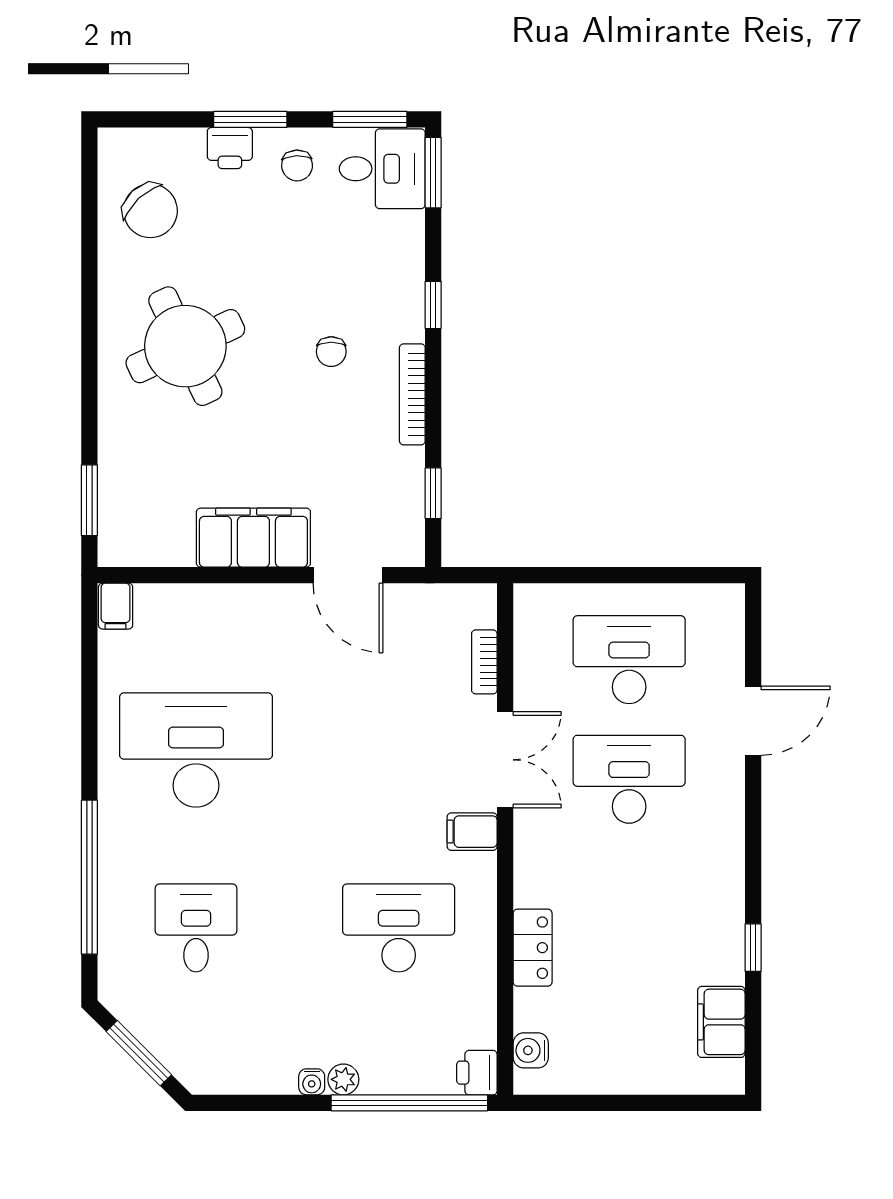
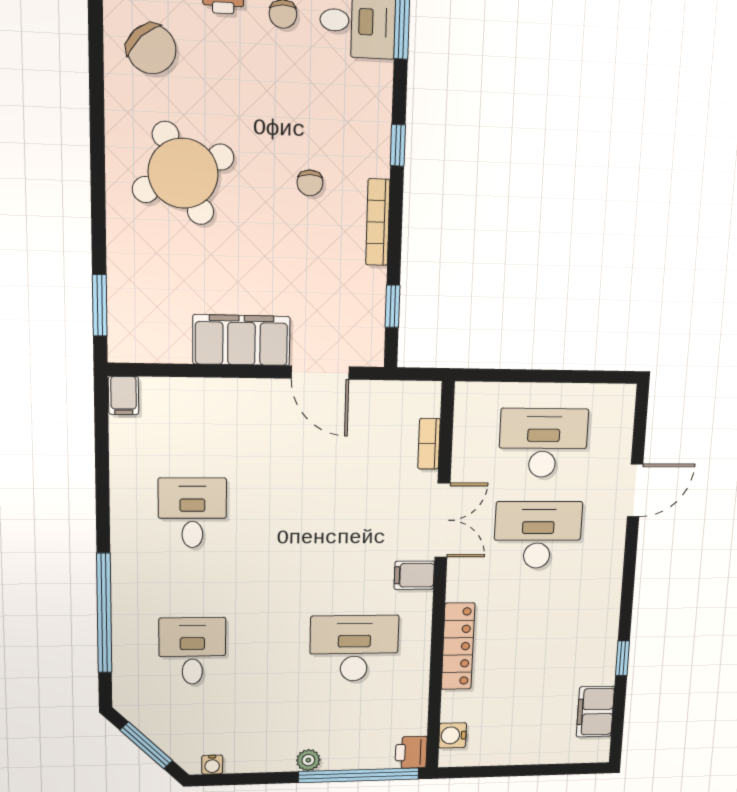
desk: (196, 750) -> (192, 513), width x0.53, depth x0.77
locker: (533, 948) -> (458, 646), width x1.53
water cooler: (312, 1082) -> (212, 765), moved

